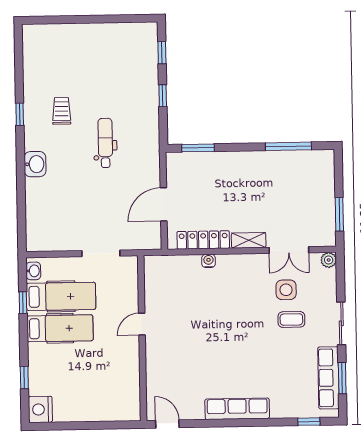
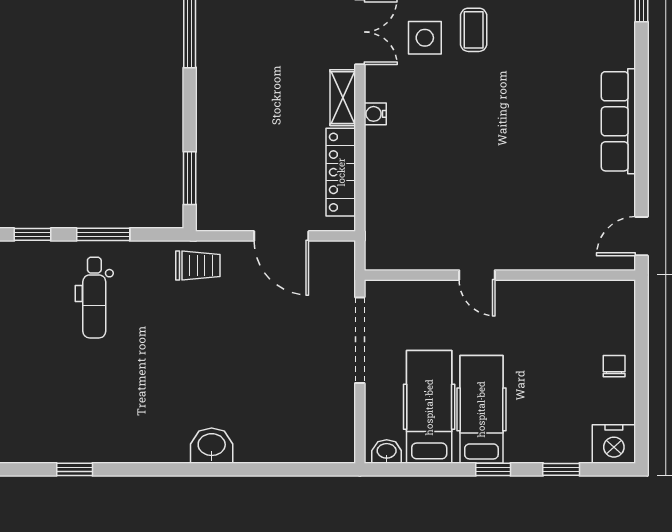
window: (163, 96) -> (103, 234), width x1.50
trolley: (62, 111) -> (198, 265), moved, turned 180
window: (20, 114) -> (75, 469), moved
dental chair: (105, 143) -> (94, 298), moved, turned -90
doorway: (101, 253) -> (360, 340), width x1.36
water cooler: (208, 261) -> (375, 114), moved
window: (23, 303) -> (493, 469), moved
chair: (88, 409) -> (614, 366), added

